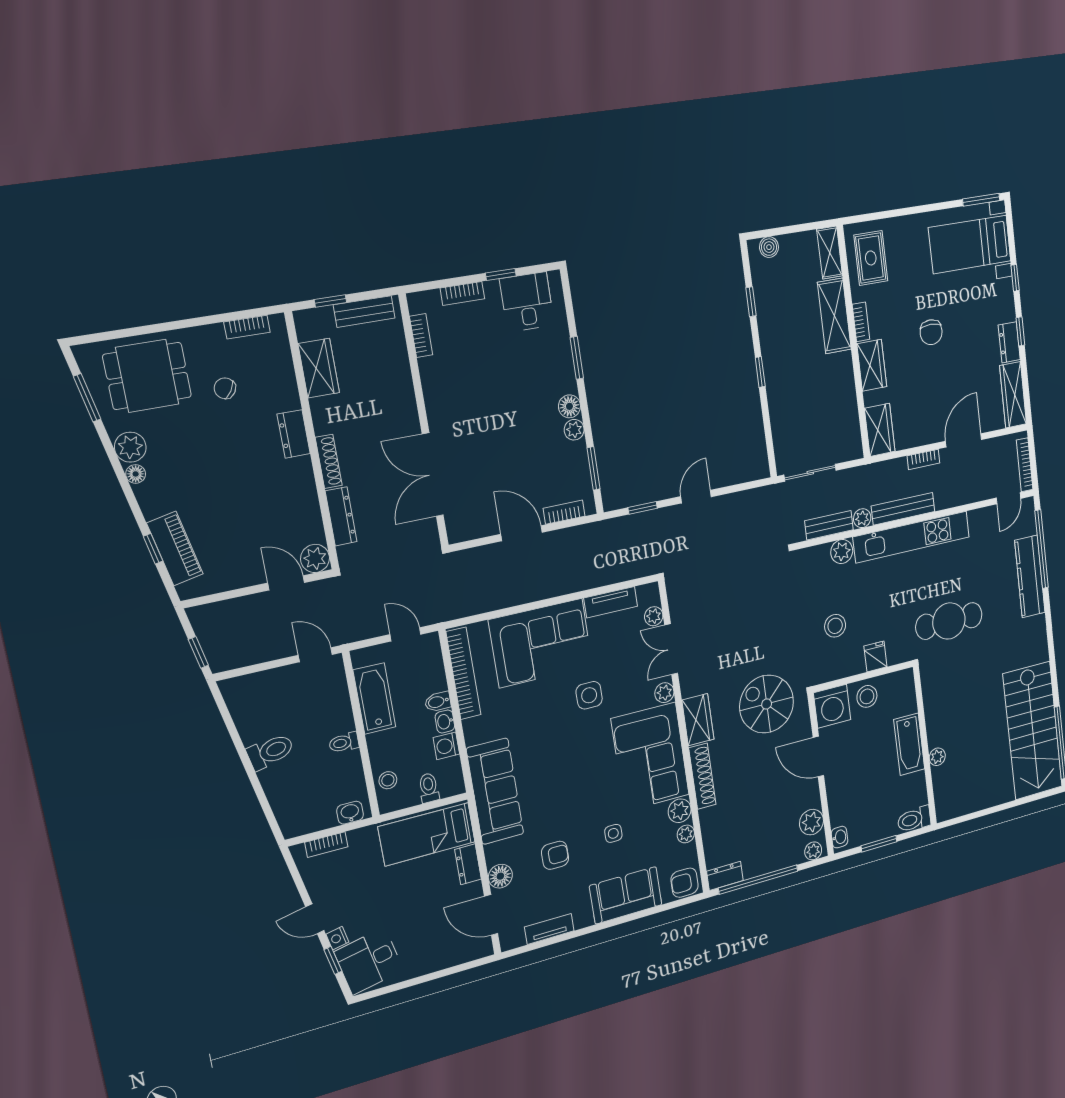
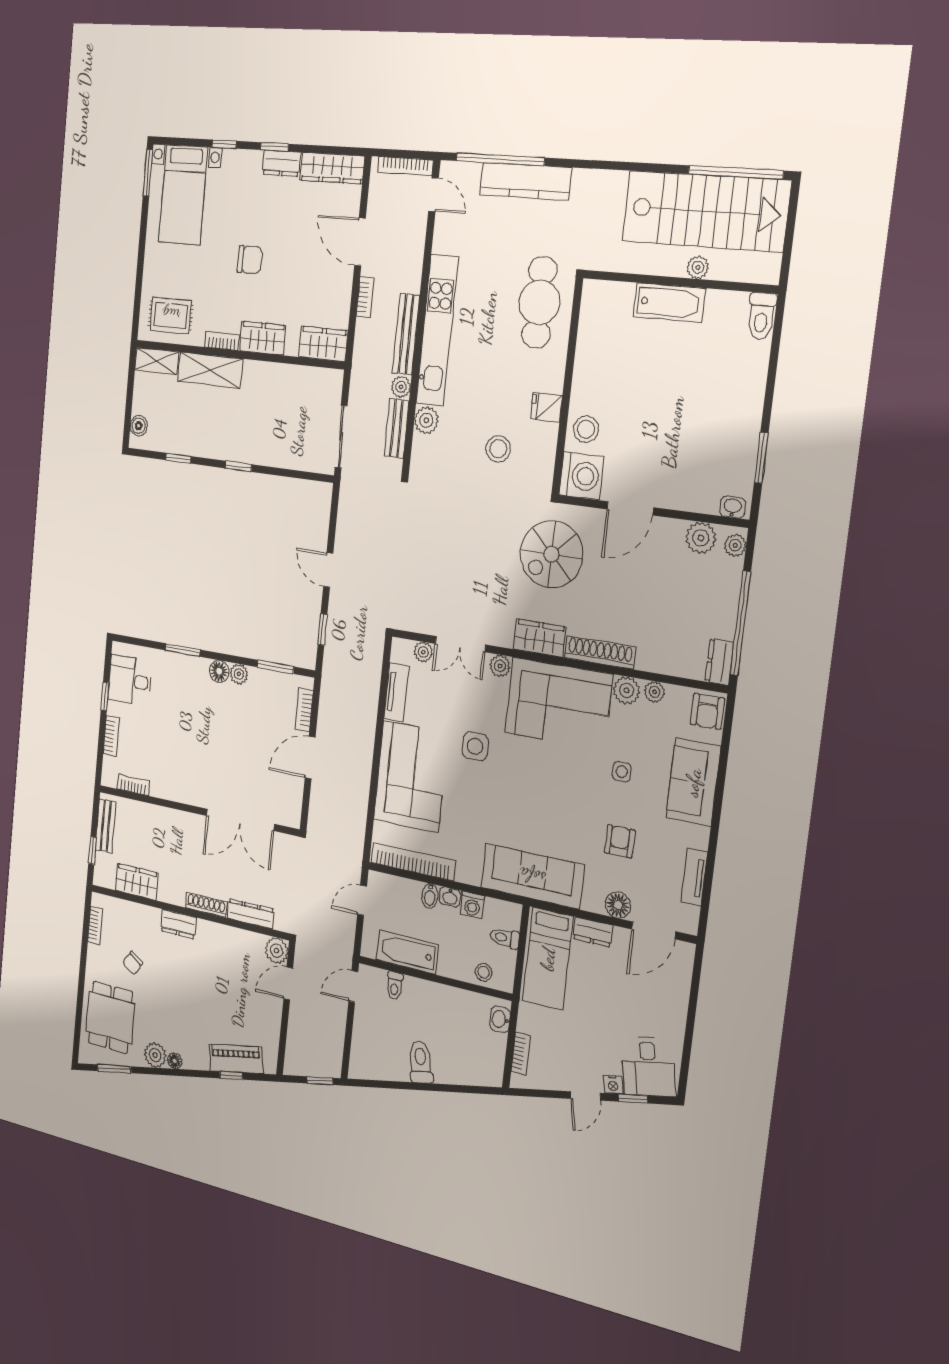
toilet: (344, 743) -> (394, 986), moved
bathtub: (909, 744) -> (669, 303), moved
wall: (925, 746) -> (679, 282), moved
plant: (937, 757) -> (698, 267), moved
toilet: (914, 819) -> (761, 316), moved

